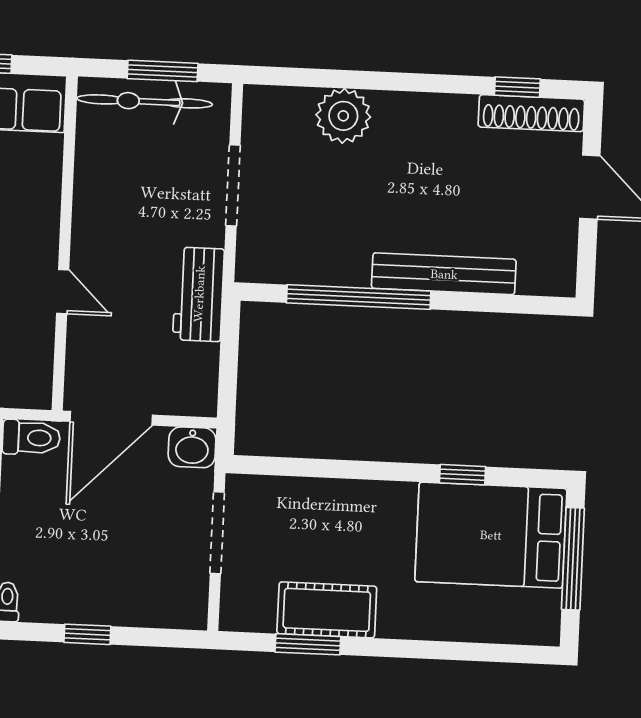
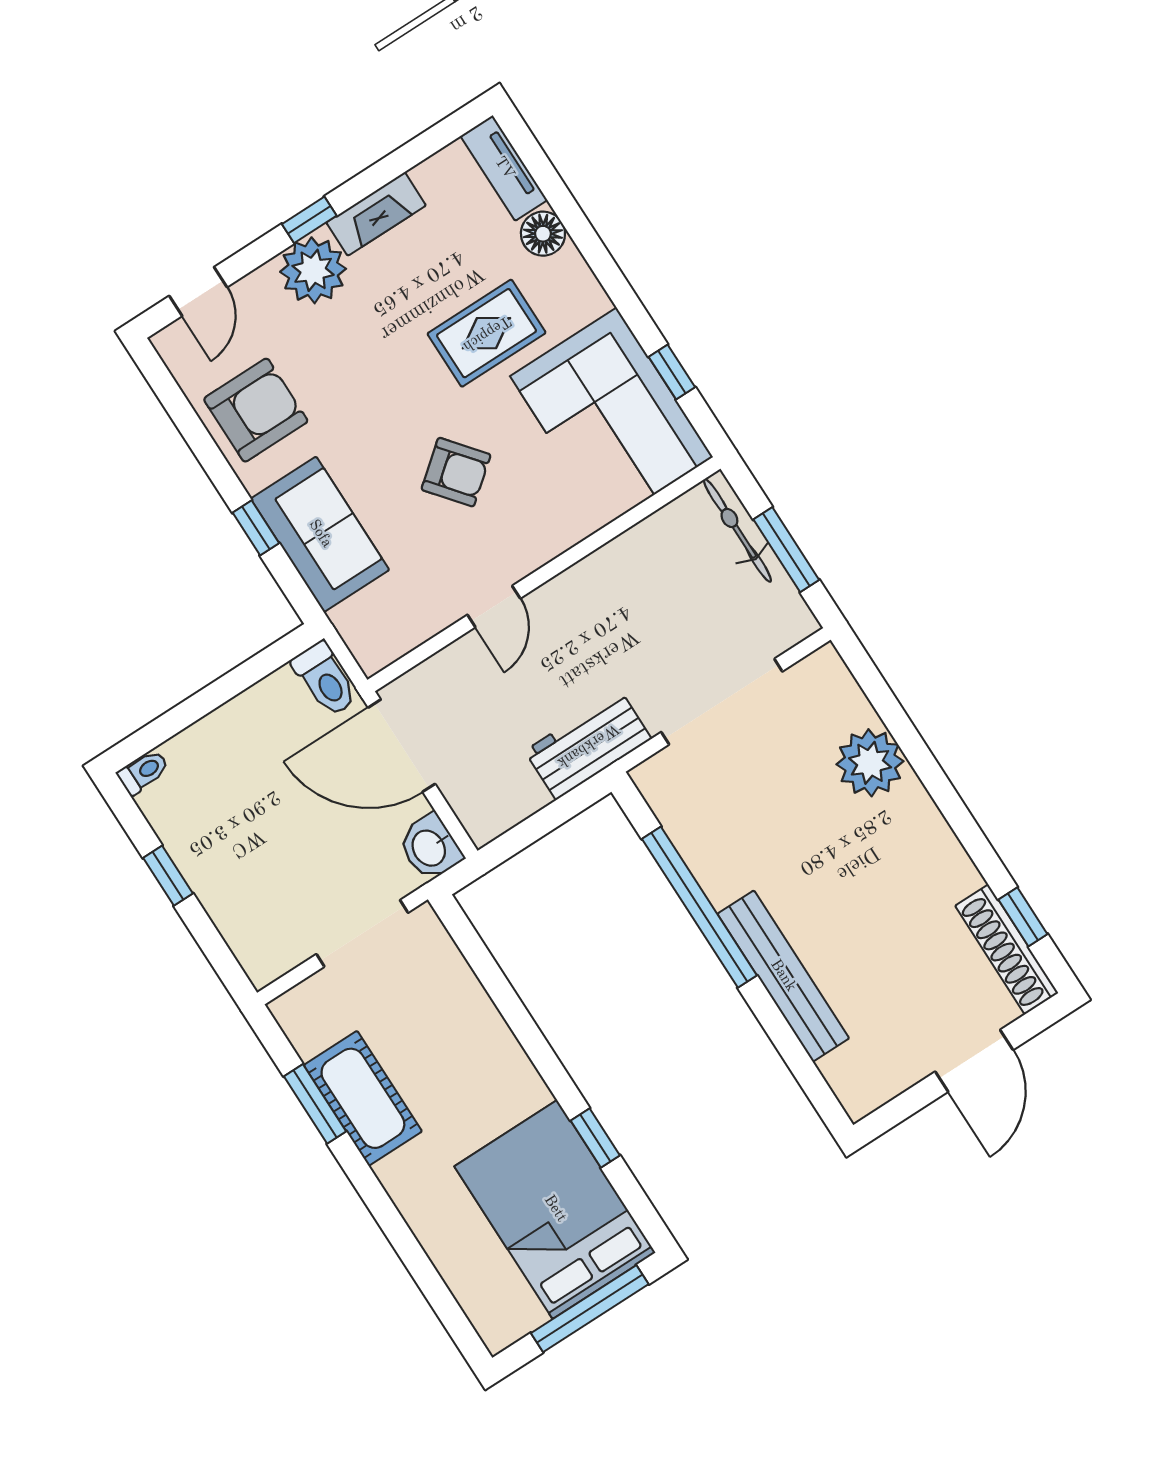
bicycle: (145, 101) -> (737, 530), width x0.73, depth x0.71
doorway: (233, 185) -> (722, 702), width x1.36

